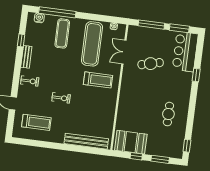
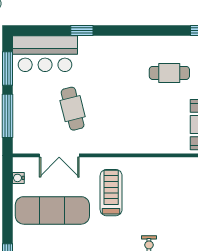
cafe table: (168, 114) -> (169, 73), moved

